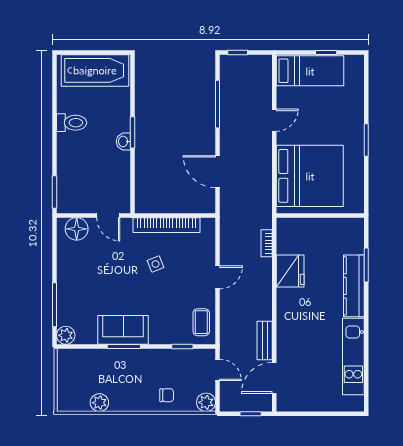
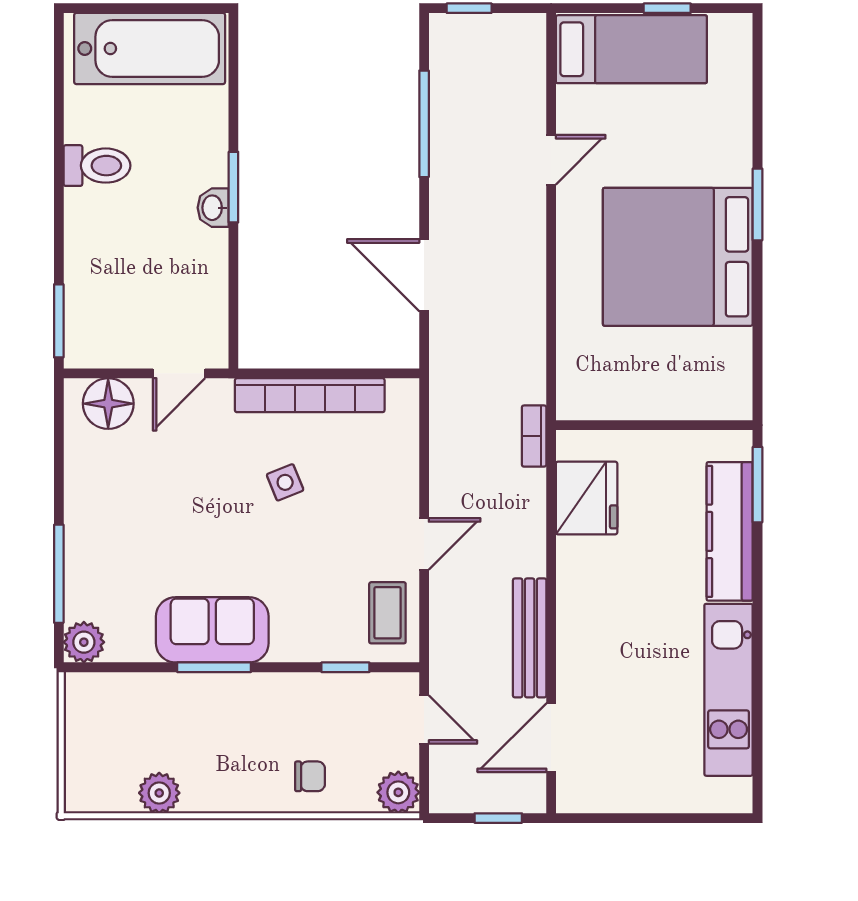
bed: (310, 176) -> (678, 257), moved, turned 180
door: (108, 215) -> (179, 373), hinge flipped
wall: (320, 215) -> (654, 425), moved
door: (218, 277) -> (424, 544), moved
bench: (265, 340) -> (530, 638), width x1.36

